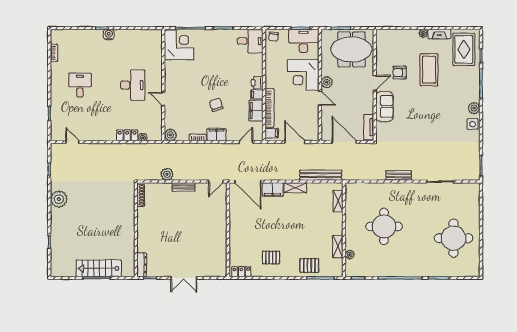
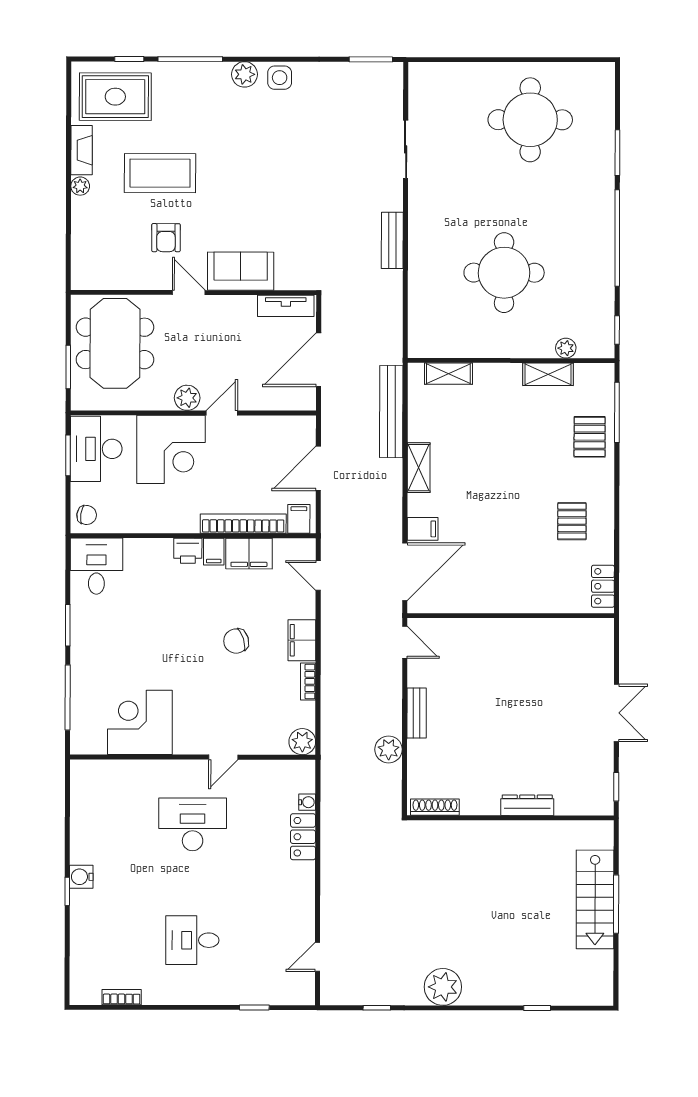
corner desk: (179, 45) -> (140, 722), moved
filing cabinet: (273, 190) -> (423, 529), width x0.50
dresser: (142, 265) -> (527, 805), moved

